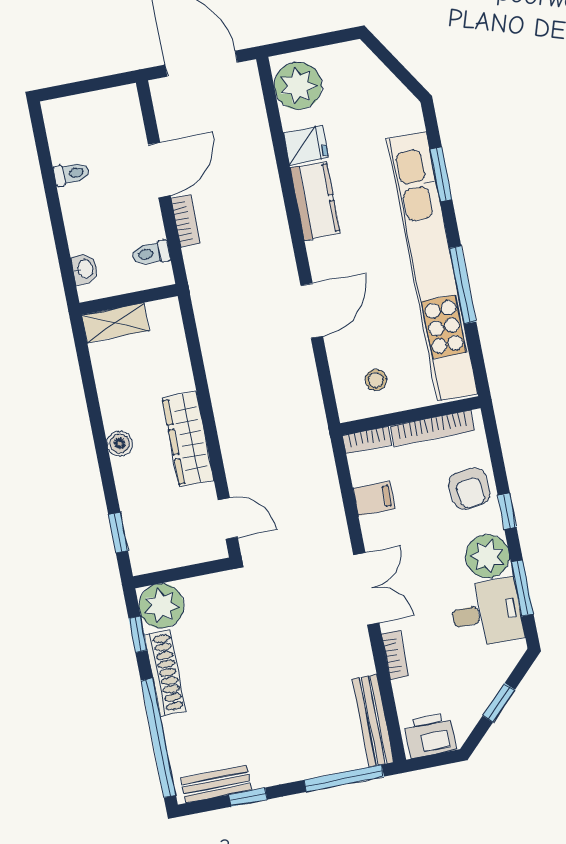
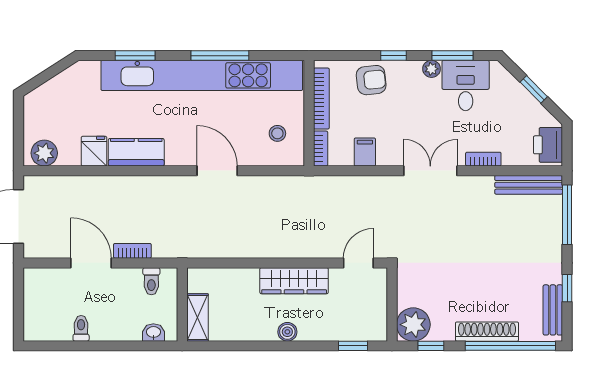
plant: (298, 86) -> (44, 153), width x0.73, depth x0.73
plant: (488, 556) -> (432, 69), width x0.53, depth x0.53
shoe rack: (165, 673) -> (487, 332), moved

